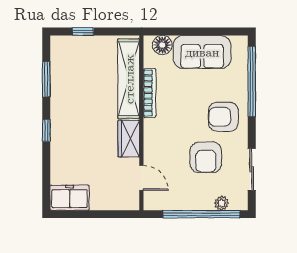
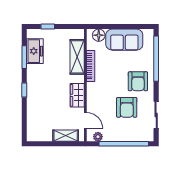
shelving: (129, 79) -> (77, 57), width x0.68
armchair: (223, 117) -> (138, 81), turned -90
freezer: (70, 198) -> (35, 51), moved, turned 90
shelving: (111, 201) -> (66, 136), added
plant: (222, 203) -> (98, 137), moved

